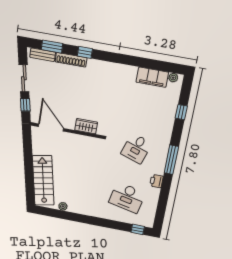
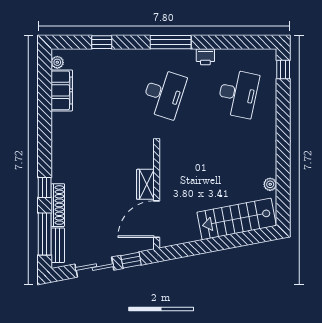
window: (52, 47) -> (45, 234), width x1.44
wardrobe: (86, 126) -> (145, 184), moved
desk: (136, 148) -> (164, 94), width x1.37

